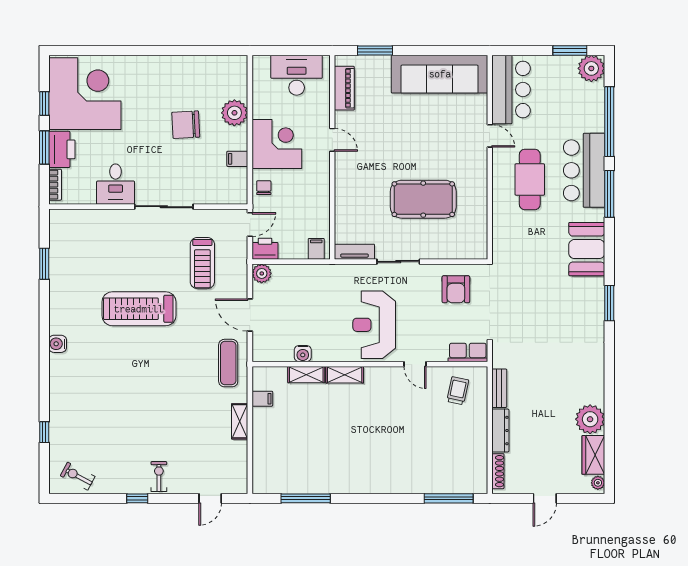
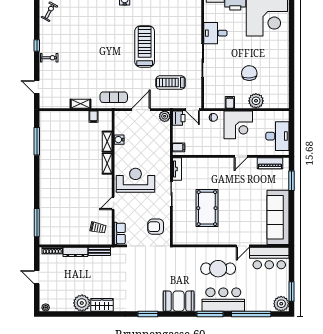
wardrobe: (593, 455) -> (102, 305), moved

